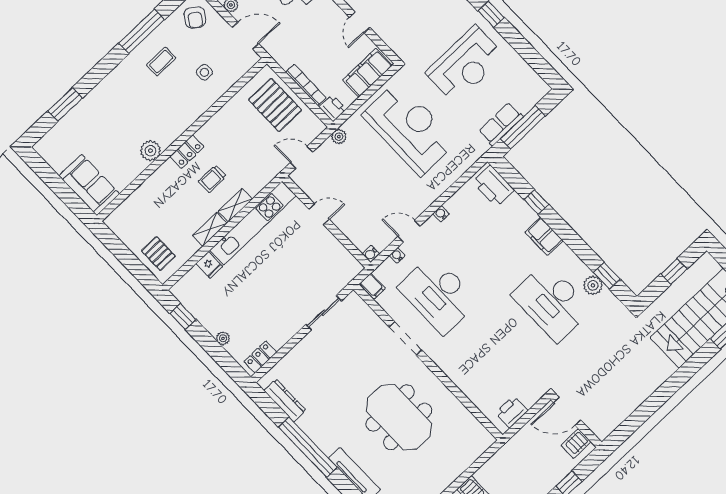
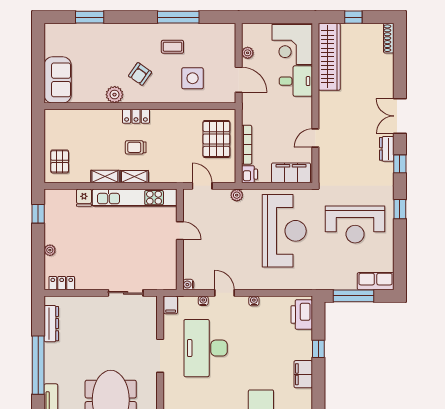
armchair: (195, 17) -> (140, 74), moved
side table: (204, 72) -> (193, 78), width x1.87, depth x1.87
row of seats: (501, 124) -> (376, 281), moved

